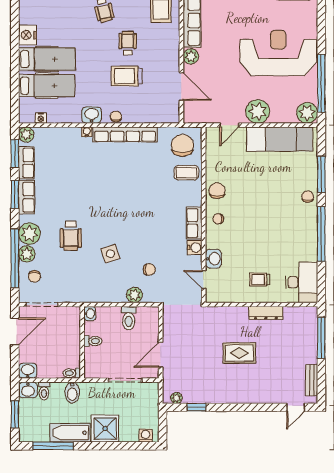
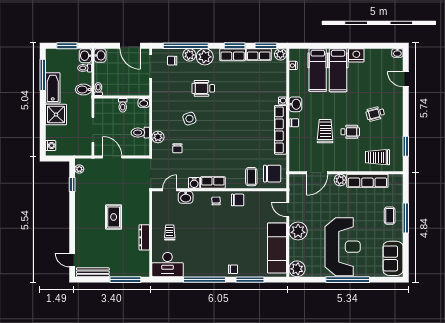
window: (321, 83) -> (348, 280), moved
bench: (312, 380) -> (93, 272), width x1.36

